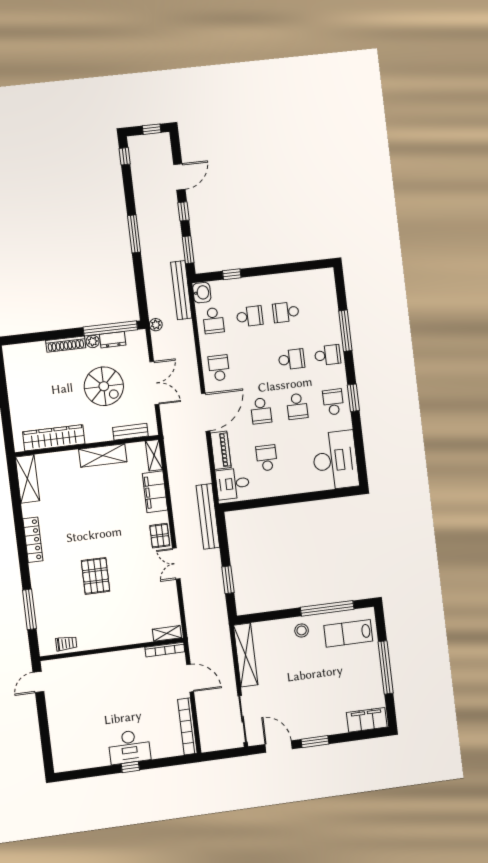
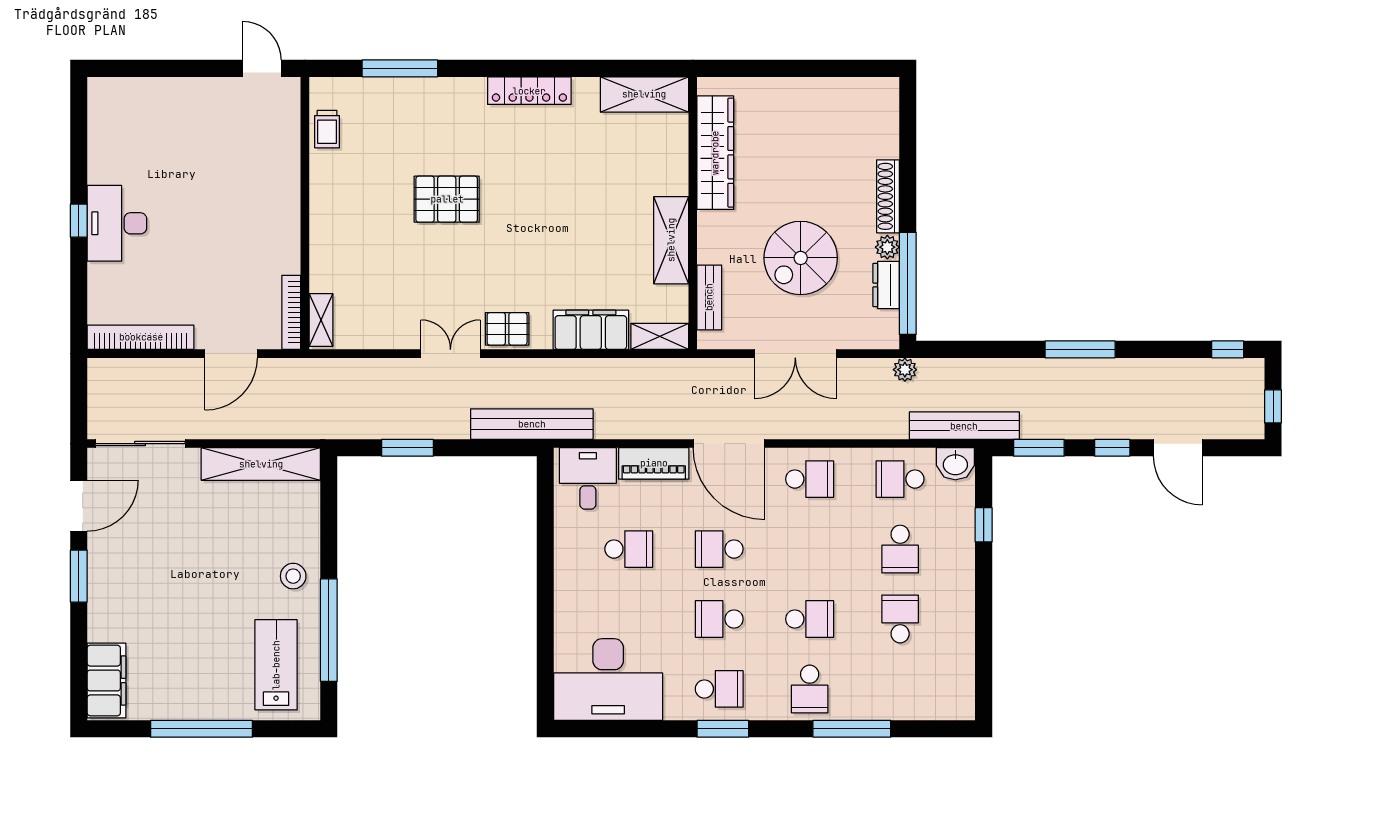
school desk: (292, 359) -> (810, 619), turned -90

